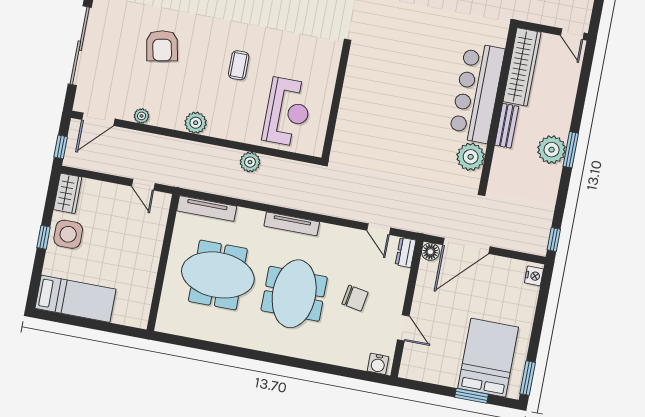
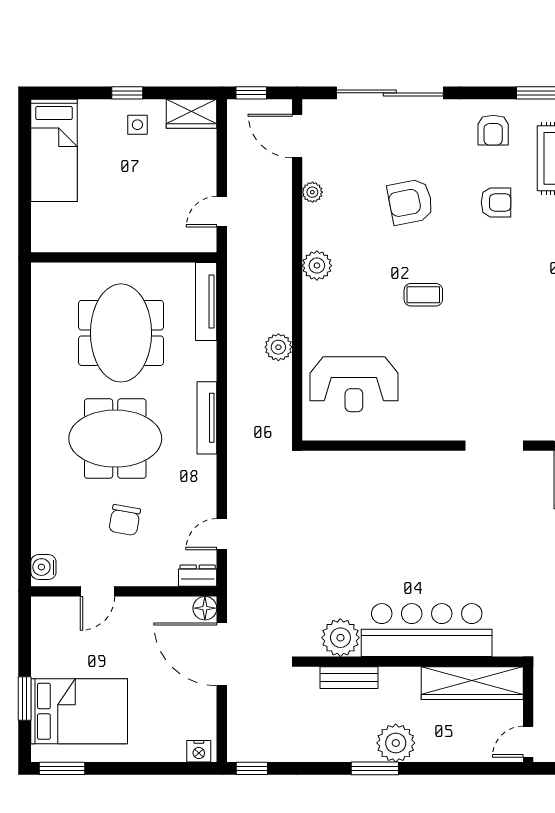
coffee table: (239, 65) -> (423, 295), moved
bench: (507, 126) -> (349, 678), moved
plant: (552, 150) -> (396, 743), moved
side table: (68, 234) -> (137, 125), width x0.54, depth x0.54

